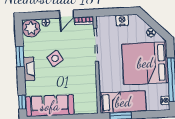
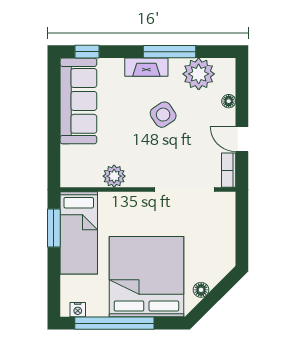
nightstand: (122, 20) -> (226, 239), removed
plant: (31, 28) -> (199, 74), moved
window: (20, 57) -> (170, 52), width x1.44
plant: (90, 84) -> (114, 176), added

